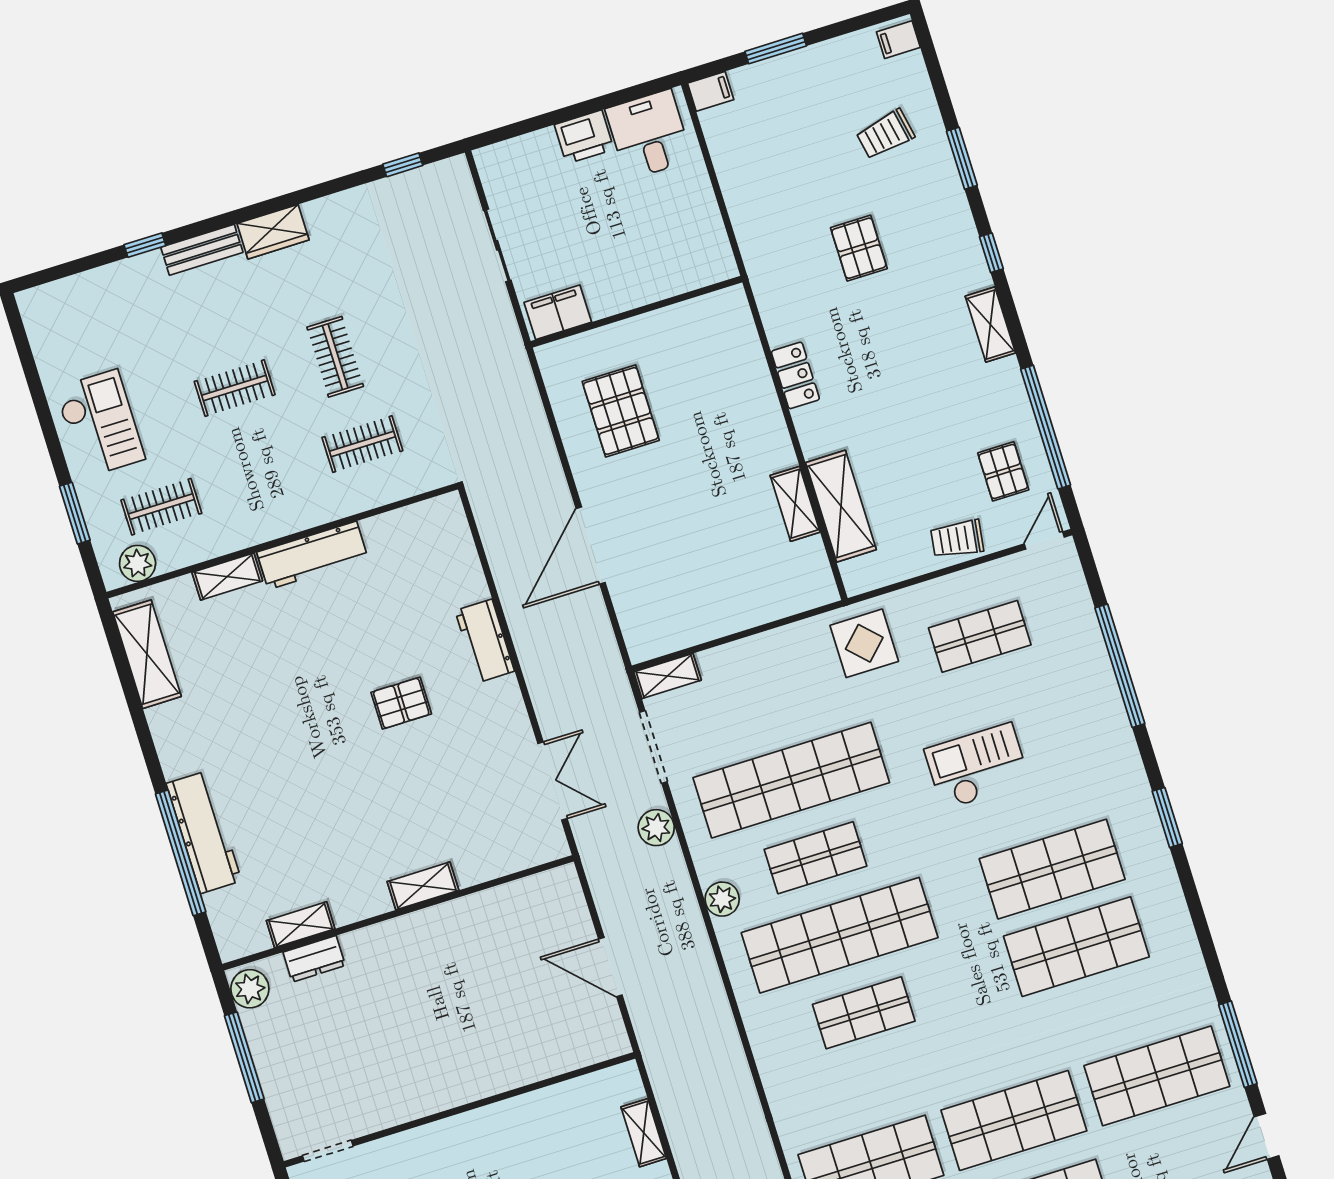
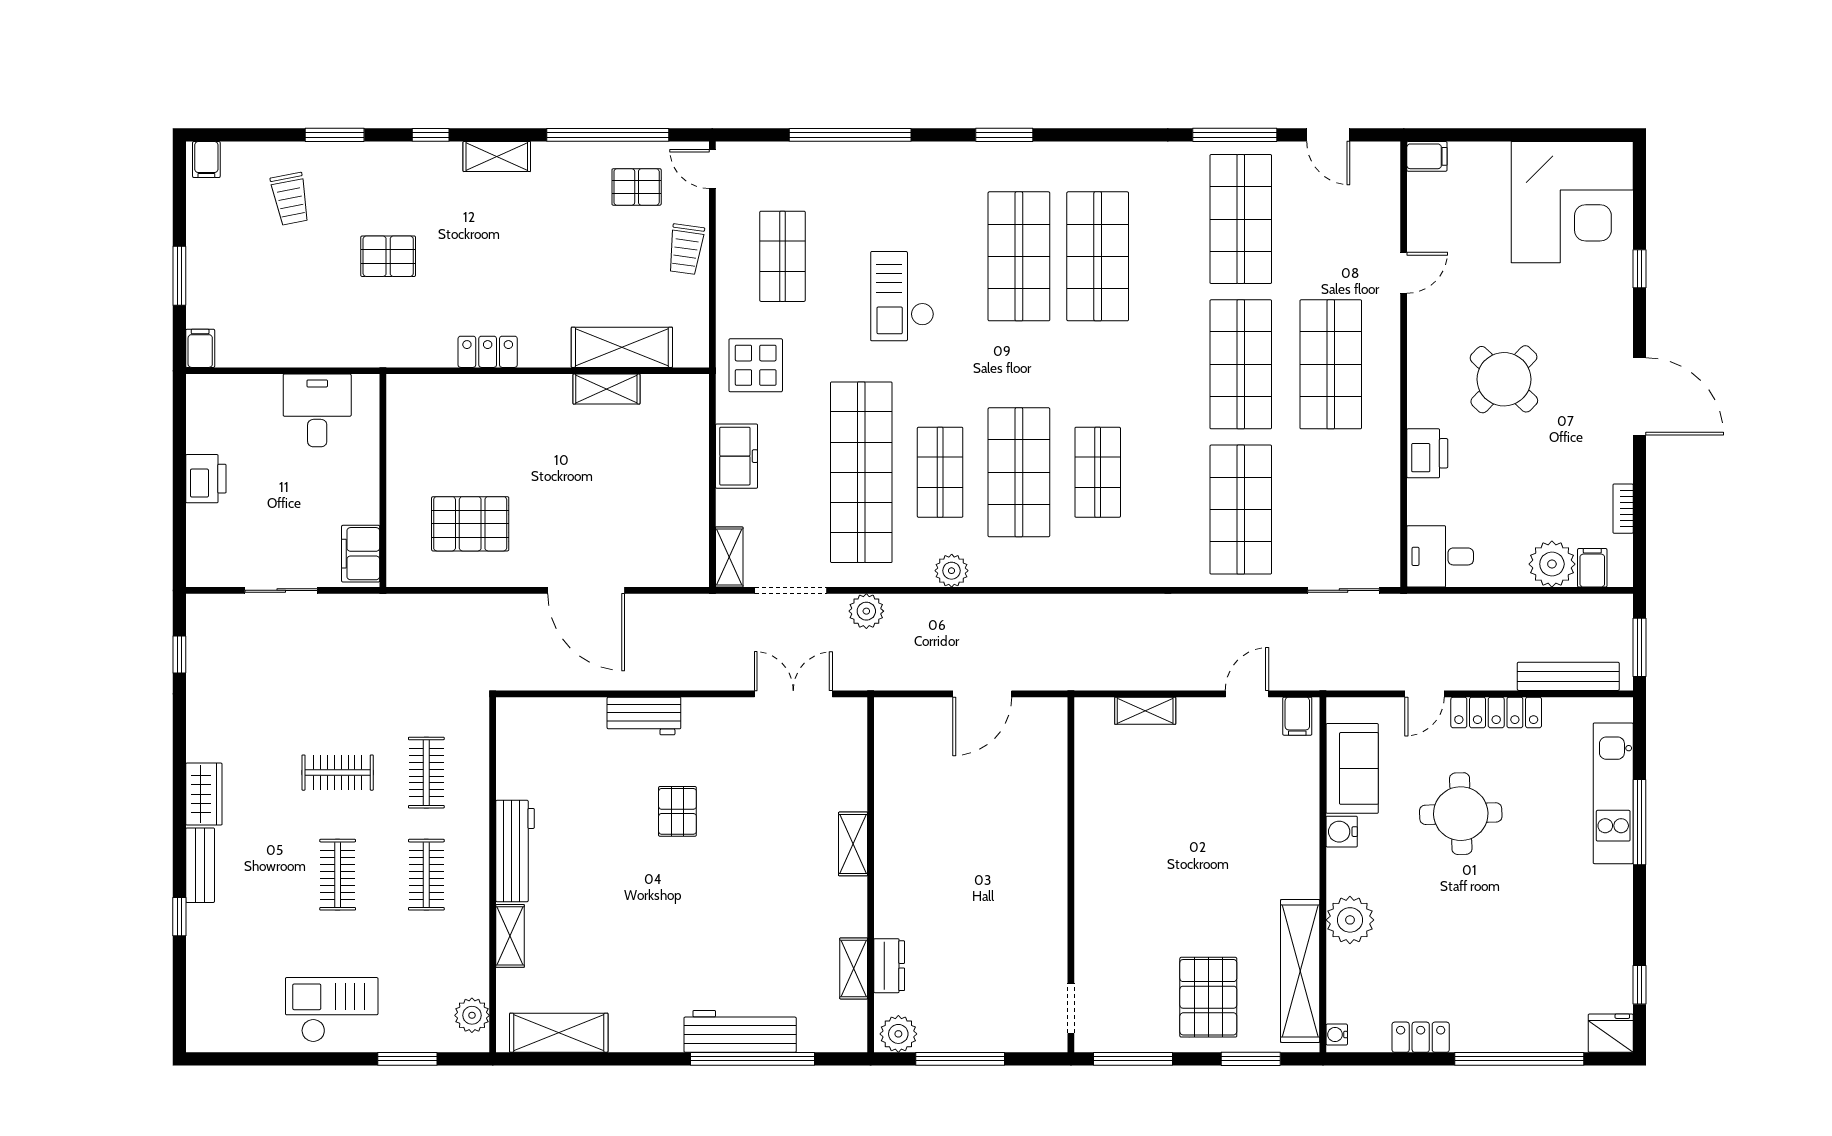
desk: (649, 135) -> (317, 410), moved, turned 90
clothes rail: (161, 507) -> (426, 875), moved
freezer: (769, 652) -> (737, 456), added
shop shelf: (840, 935) -> (1019, 472), width x0.71

